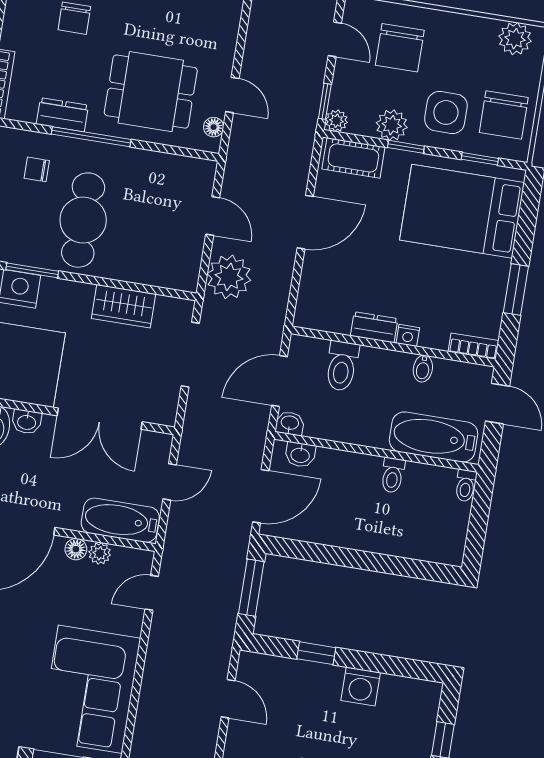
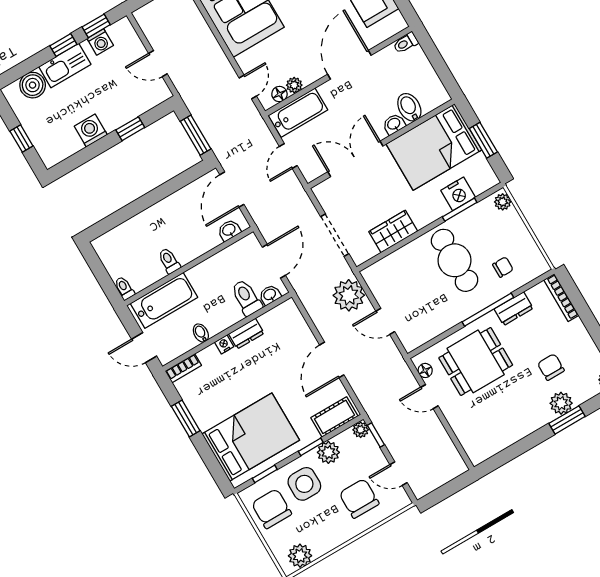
washbasin: (290, 423) -> (270, 295), moved, turned 180
floor lamp: (76, 549) -> (279, 94), moved

